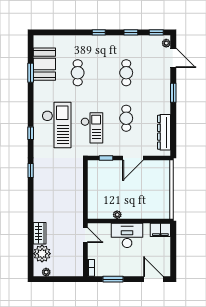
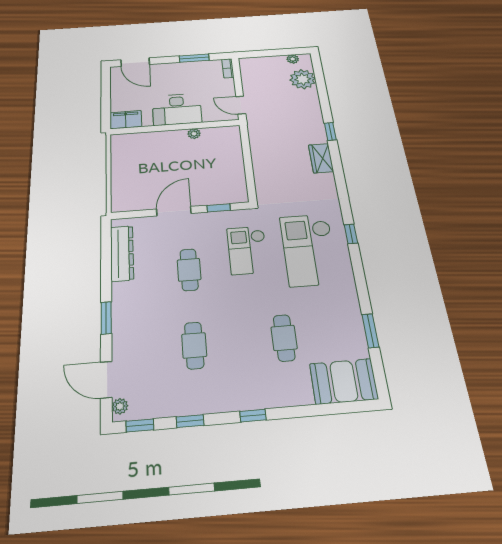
booth: (44, 64) -> (344, 381), moved, turned 90
window: (31, 171) -> (330, 131), moved
wardrobe: (40, 233) -> (321, 158), moved

